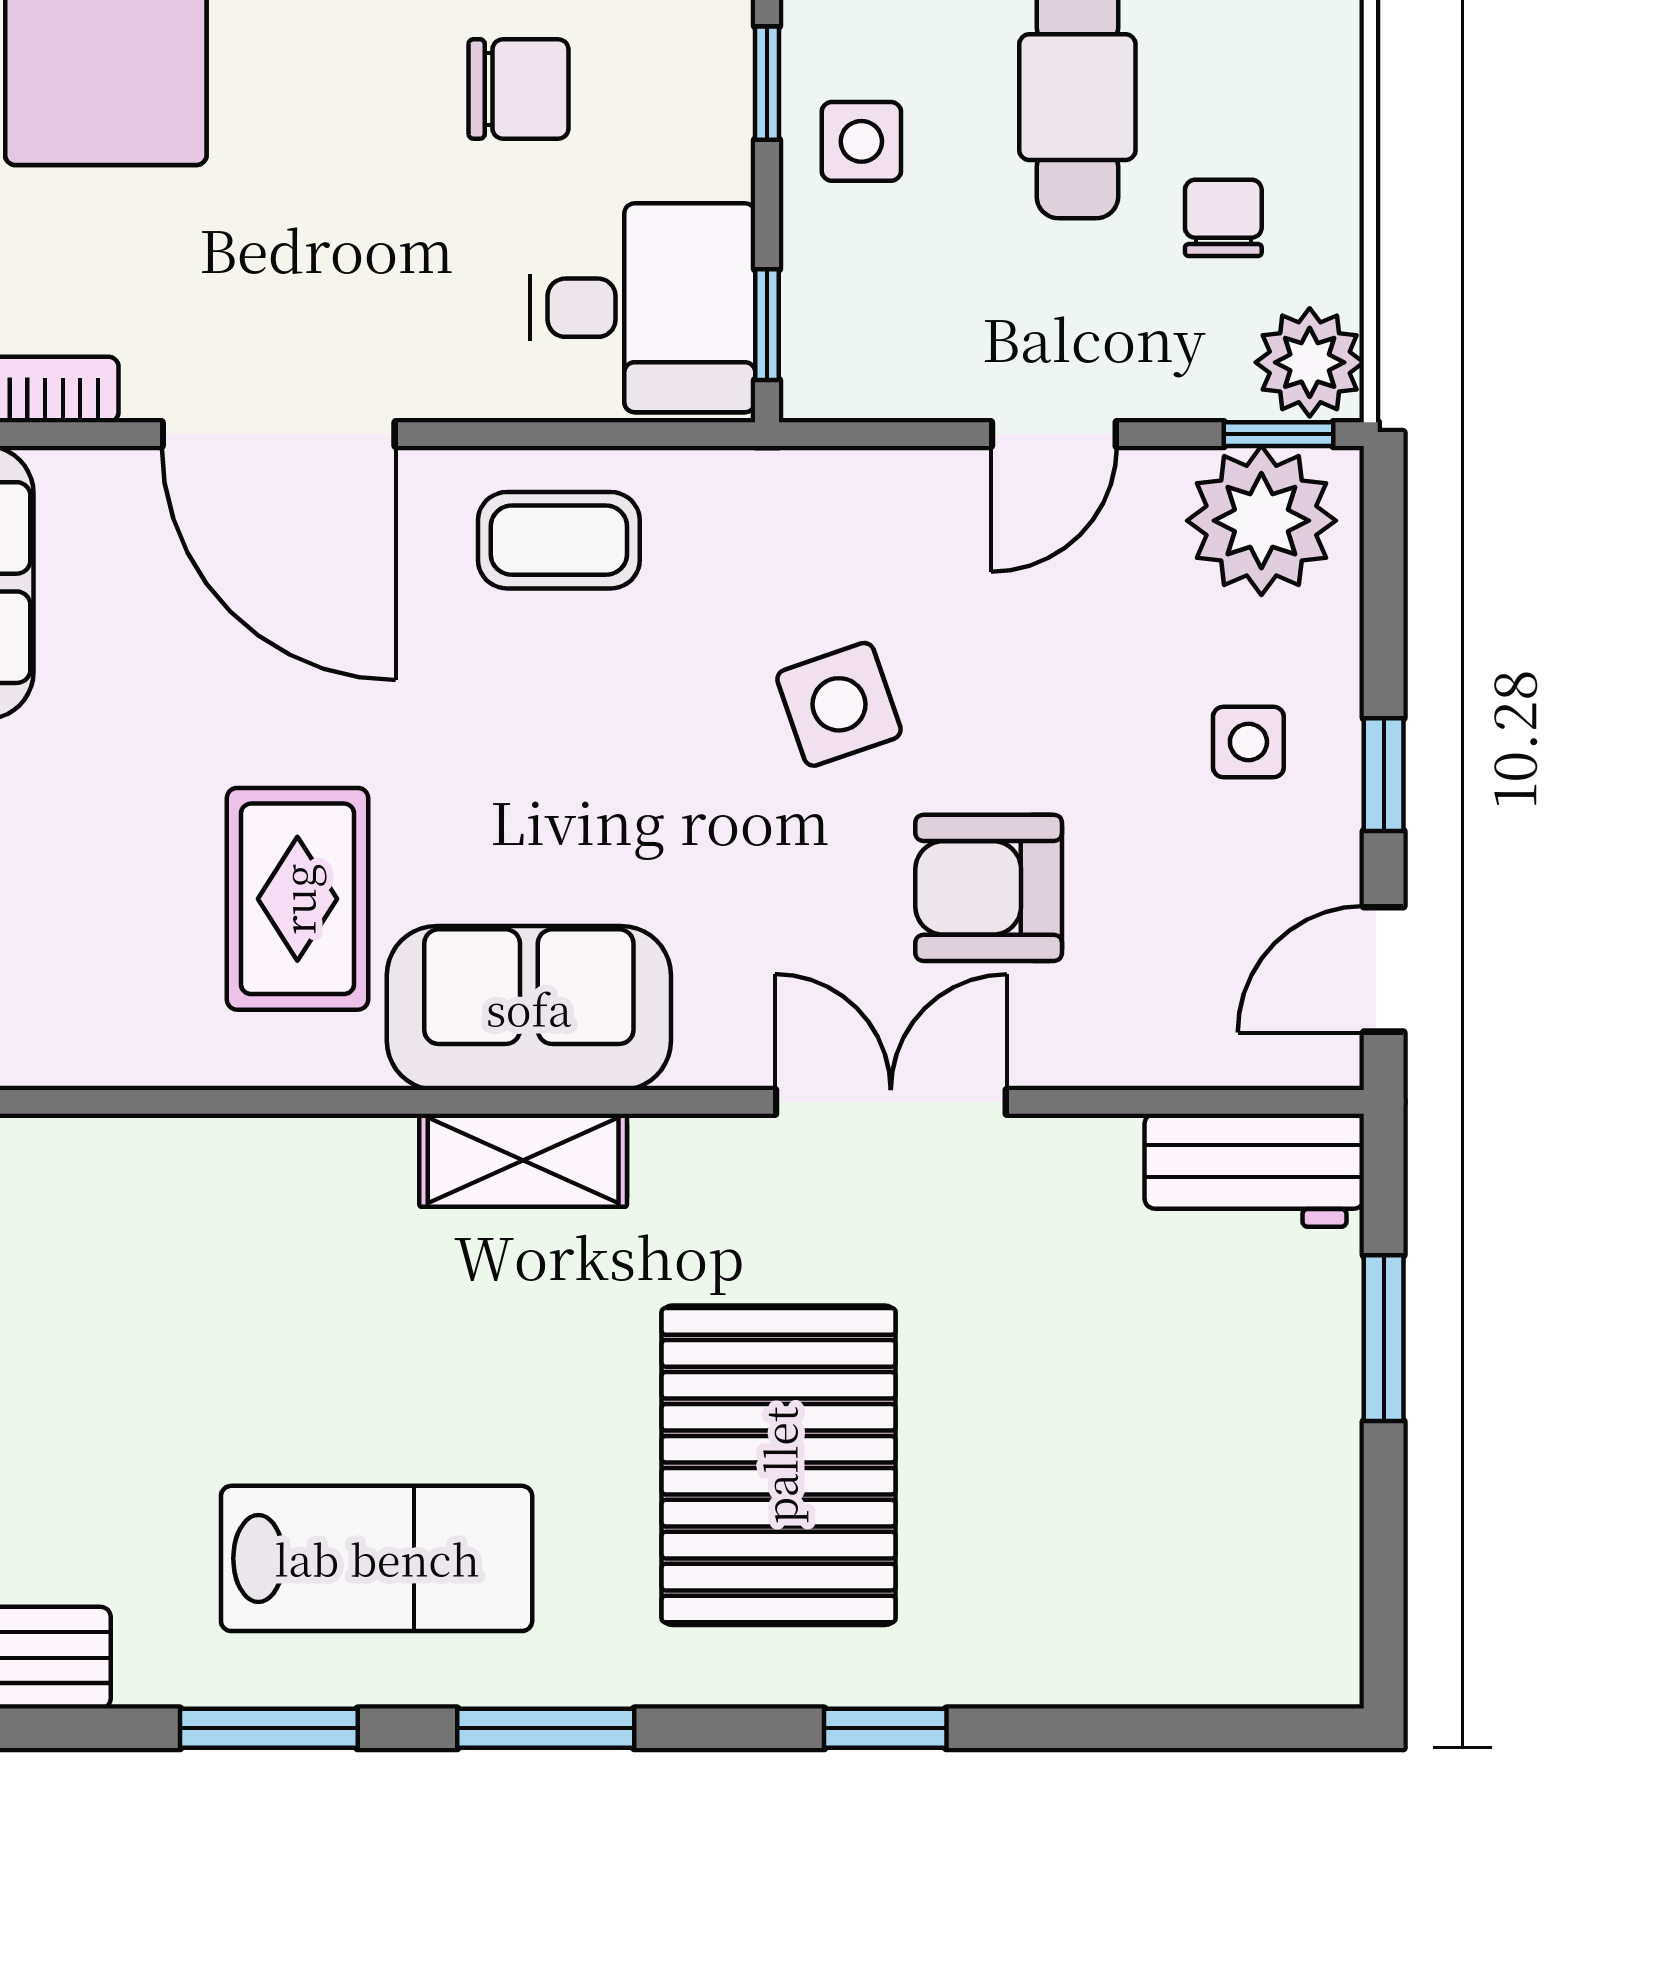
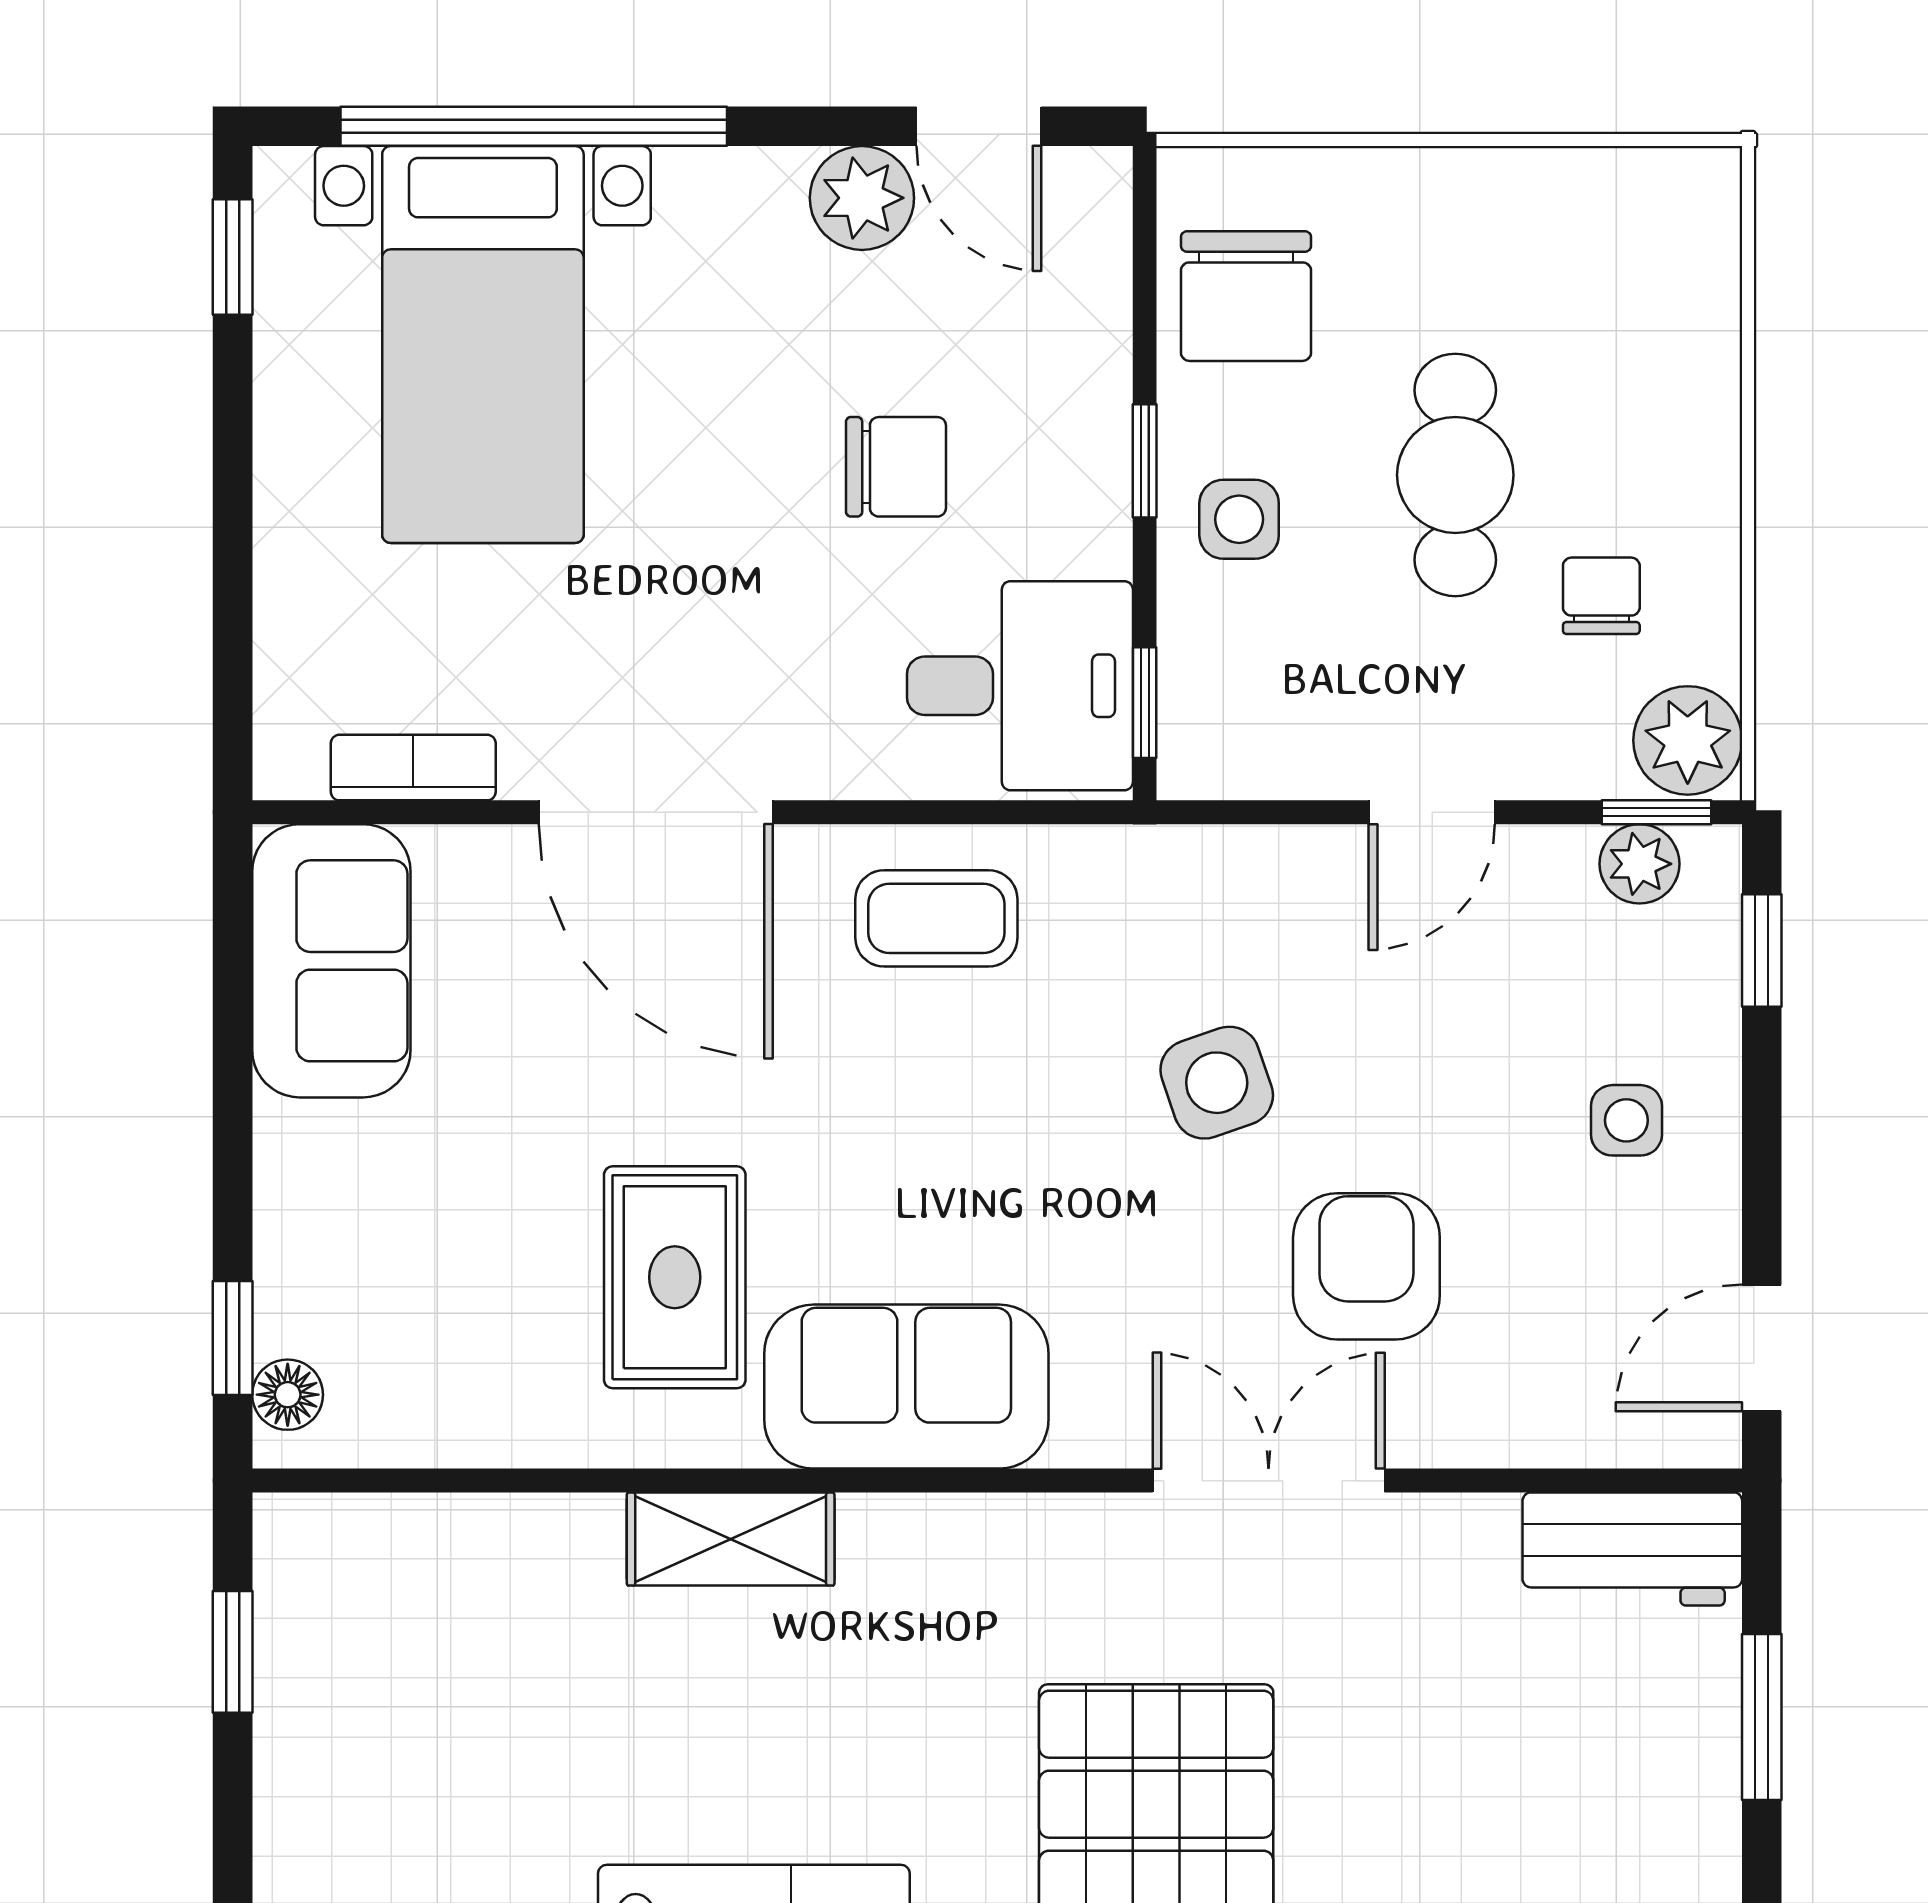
plant: (1261, 521) -> (1639, 864), width x0.53, depth x0.53
window: (1384, 775) -> (1762, 950), moved
armchair: (989, 888) -> (1366, 1266), turned 90
shelving: (523, 1160) -> (731, 1539), moved

